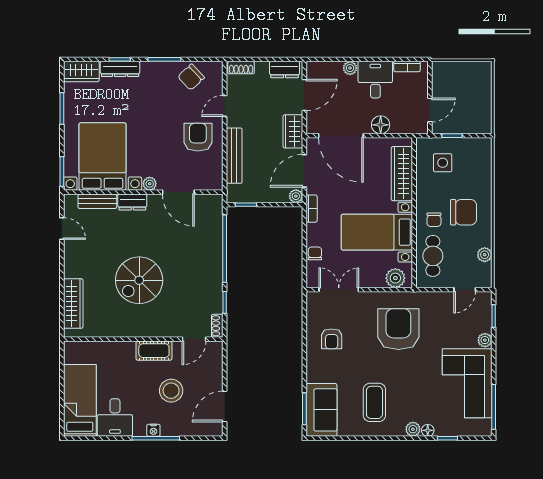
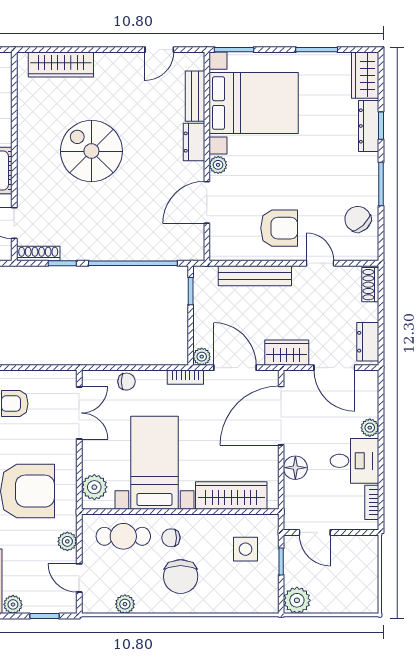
plant: (482, 124) -> (297, 600), added
plant: (437, 299) -> (67, 541), added
shoe rack: (217, 326) -> (38, 254), width x1.43

